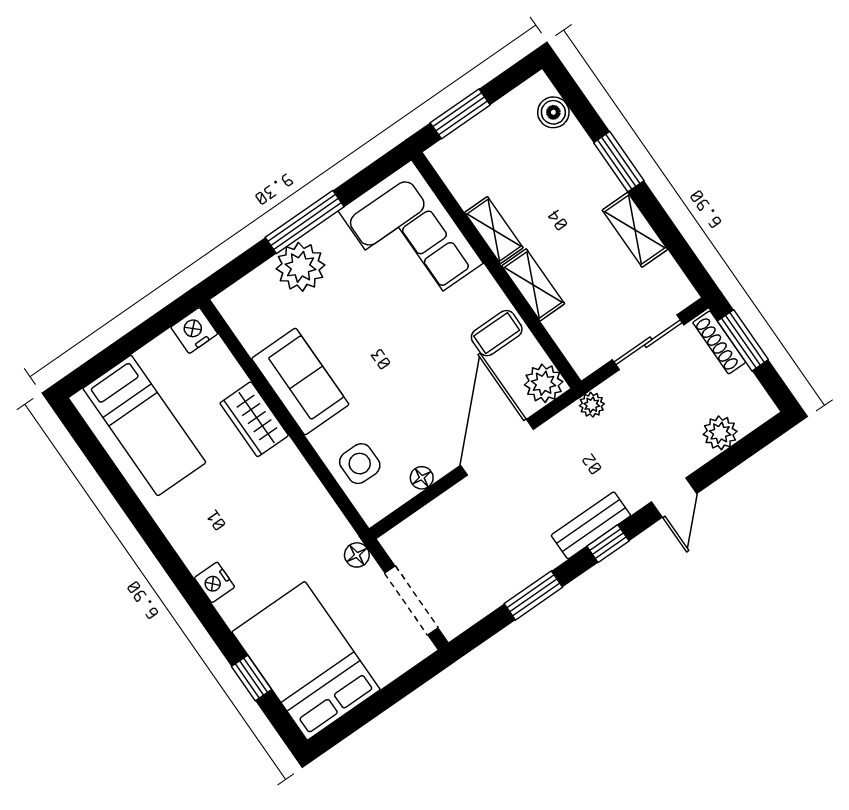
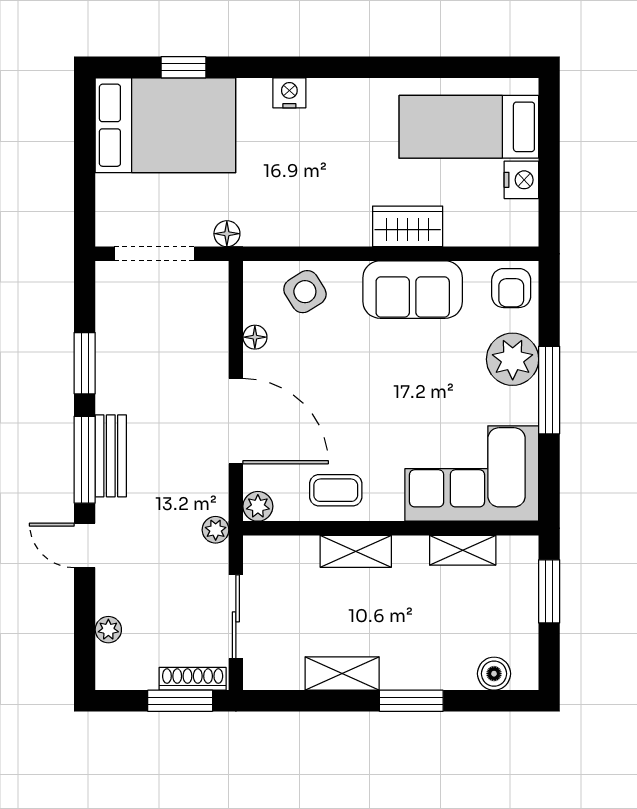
shelving: (494, 230) -> (463, 550), moved
armchair: (246, 306) -> (511, 288), added
nightstand: (194, 331) -> (521, 180), moved
coffee table: (497, 333) -> (336, 490), turned 90
plant: (544, 383) -> (258, 506), width x0.73, depth x0.73
plant: (720, 433) -> (108, 630), width x0.73, depth x0.73
side table: (360, 464) -> (305, 292), turned -32
window: (608, 544) -> (85, 460), width x2.17

